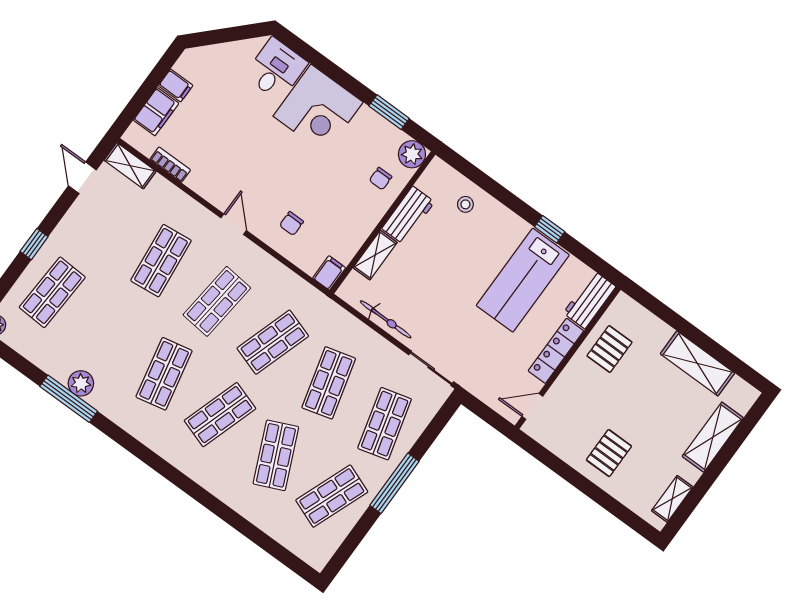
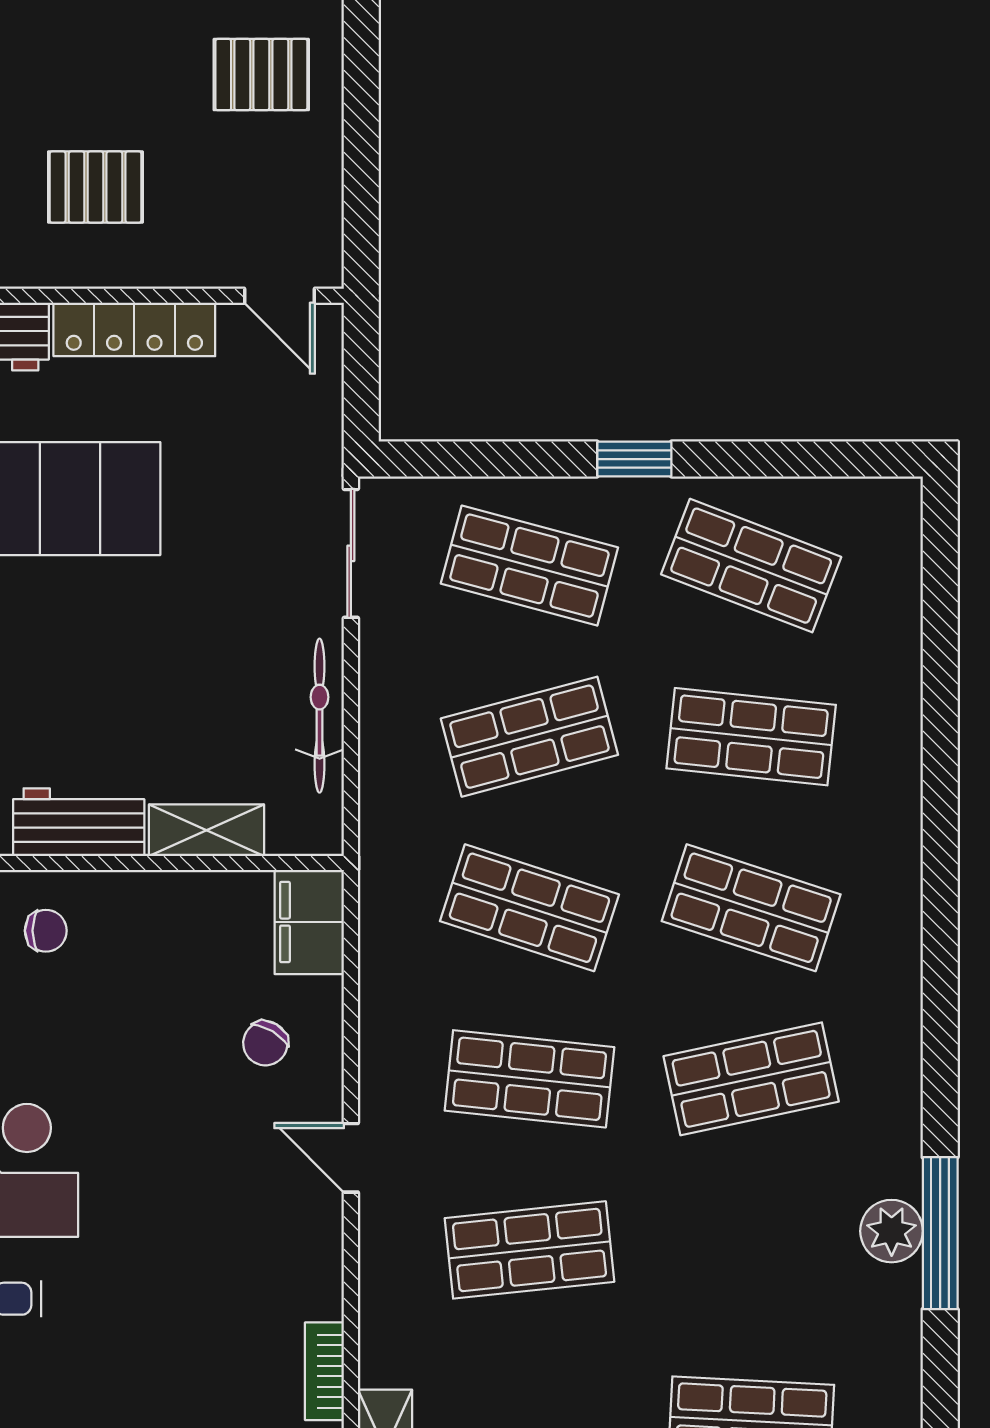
door: (234, 224) -> (351, 1158), hinge flipped
chair: (291, 224) -> (265, 1043), turned 121
filing cabinet: (329, 273) -> (309, 922), width x2.00
pallet: (609, 349) -> (95, 187), moved
shop shelf: (385, 424) -> (529, 566), turned 30
shop shelf: (276, 455) -> (751, 737), turned 30
window: (394, 483) -> (634, 459), width x0.46

